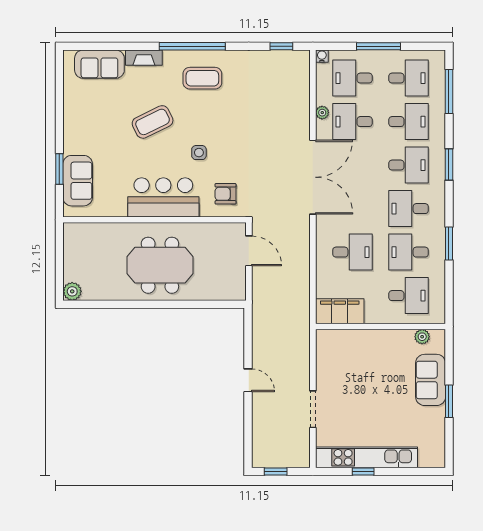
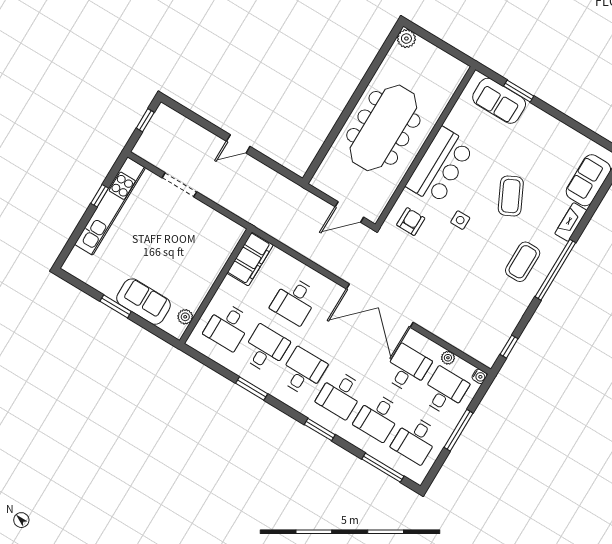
plant: (322, 113) -> (448, 358), moved
meeting table: (160, 265) -> (383, 128), width x1.36

